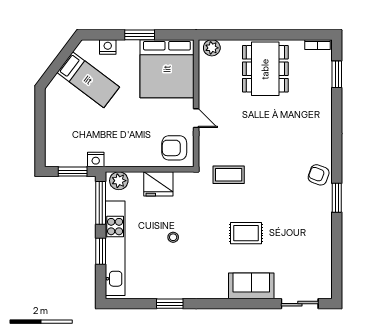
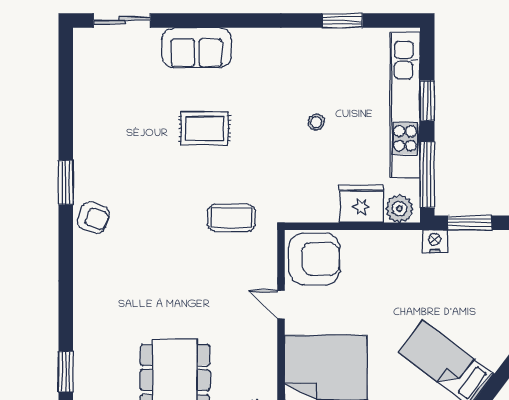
armchair: (174, 148) -> (314, 259), width x1.36, depth x1.36
fridge: (158, 184) -> (361, 204), moved
window: (170, 304) -> (342, 20), moved

